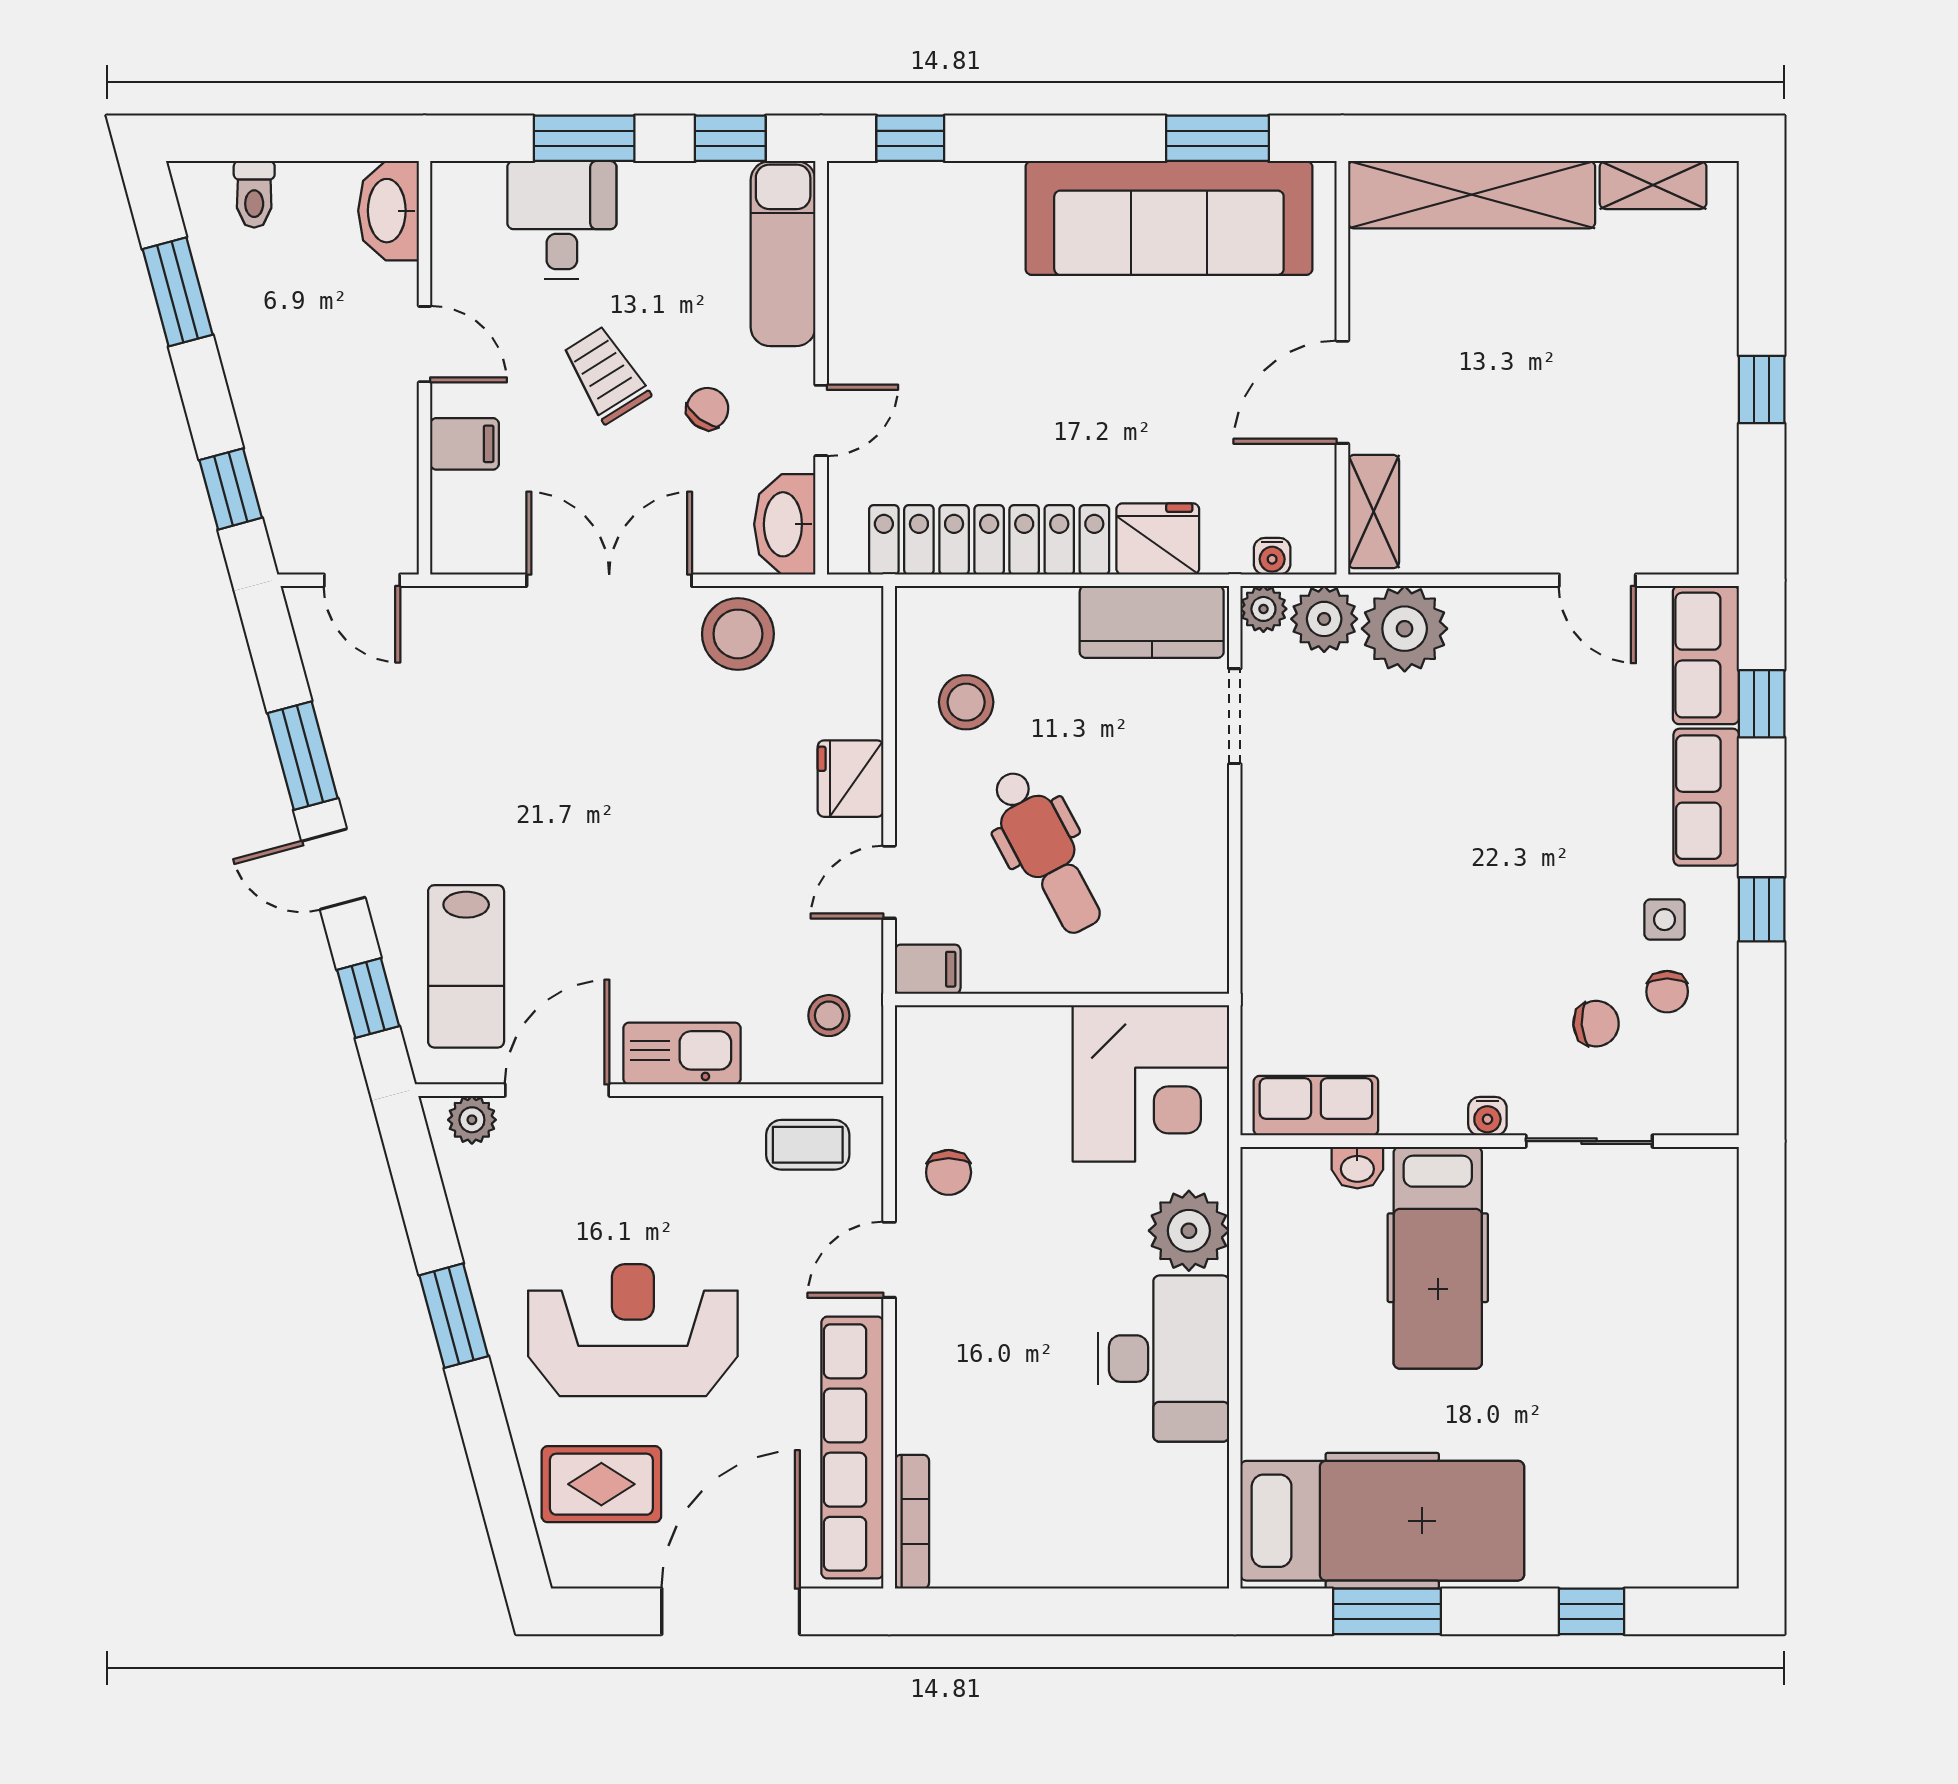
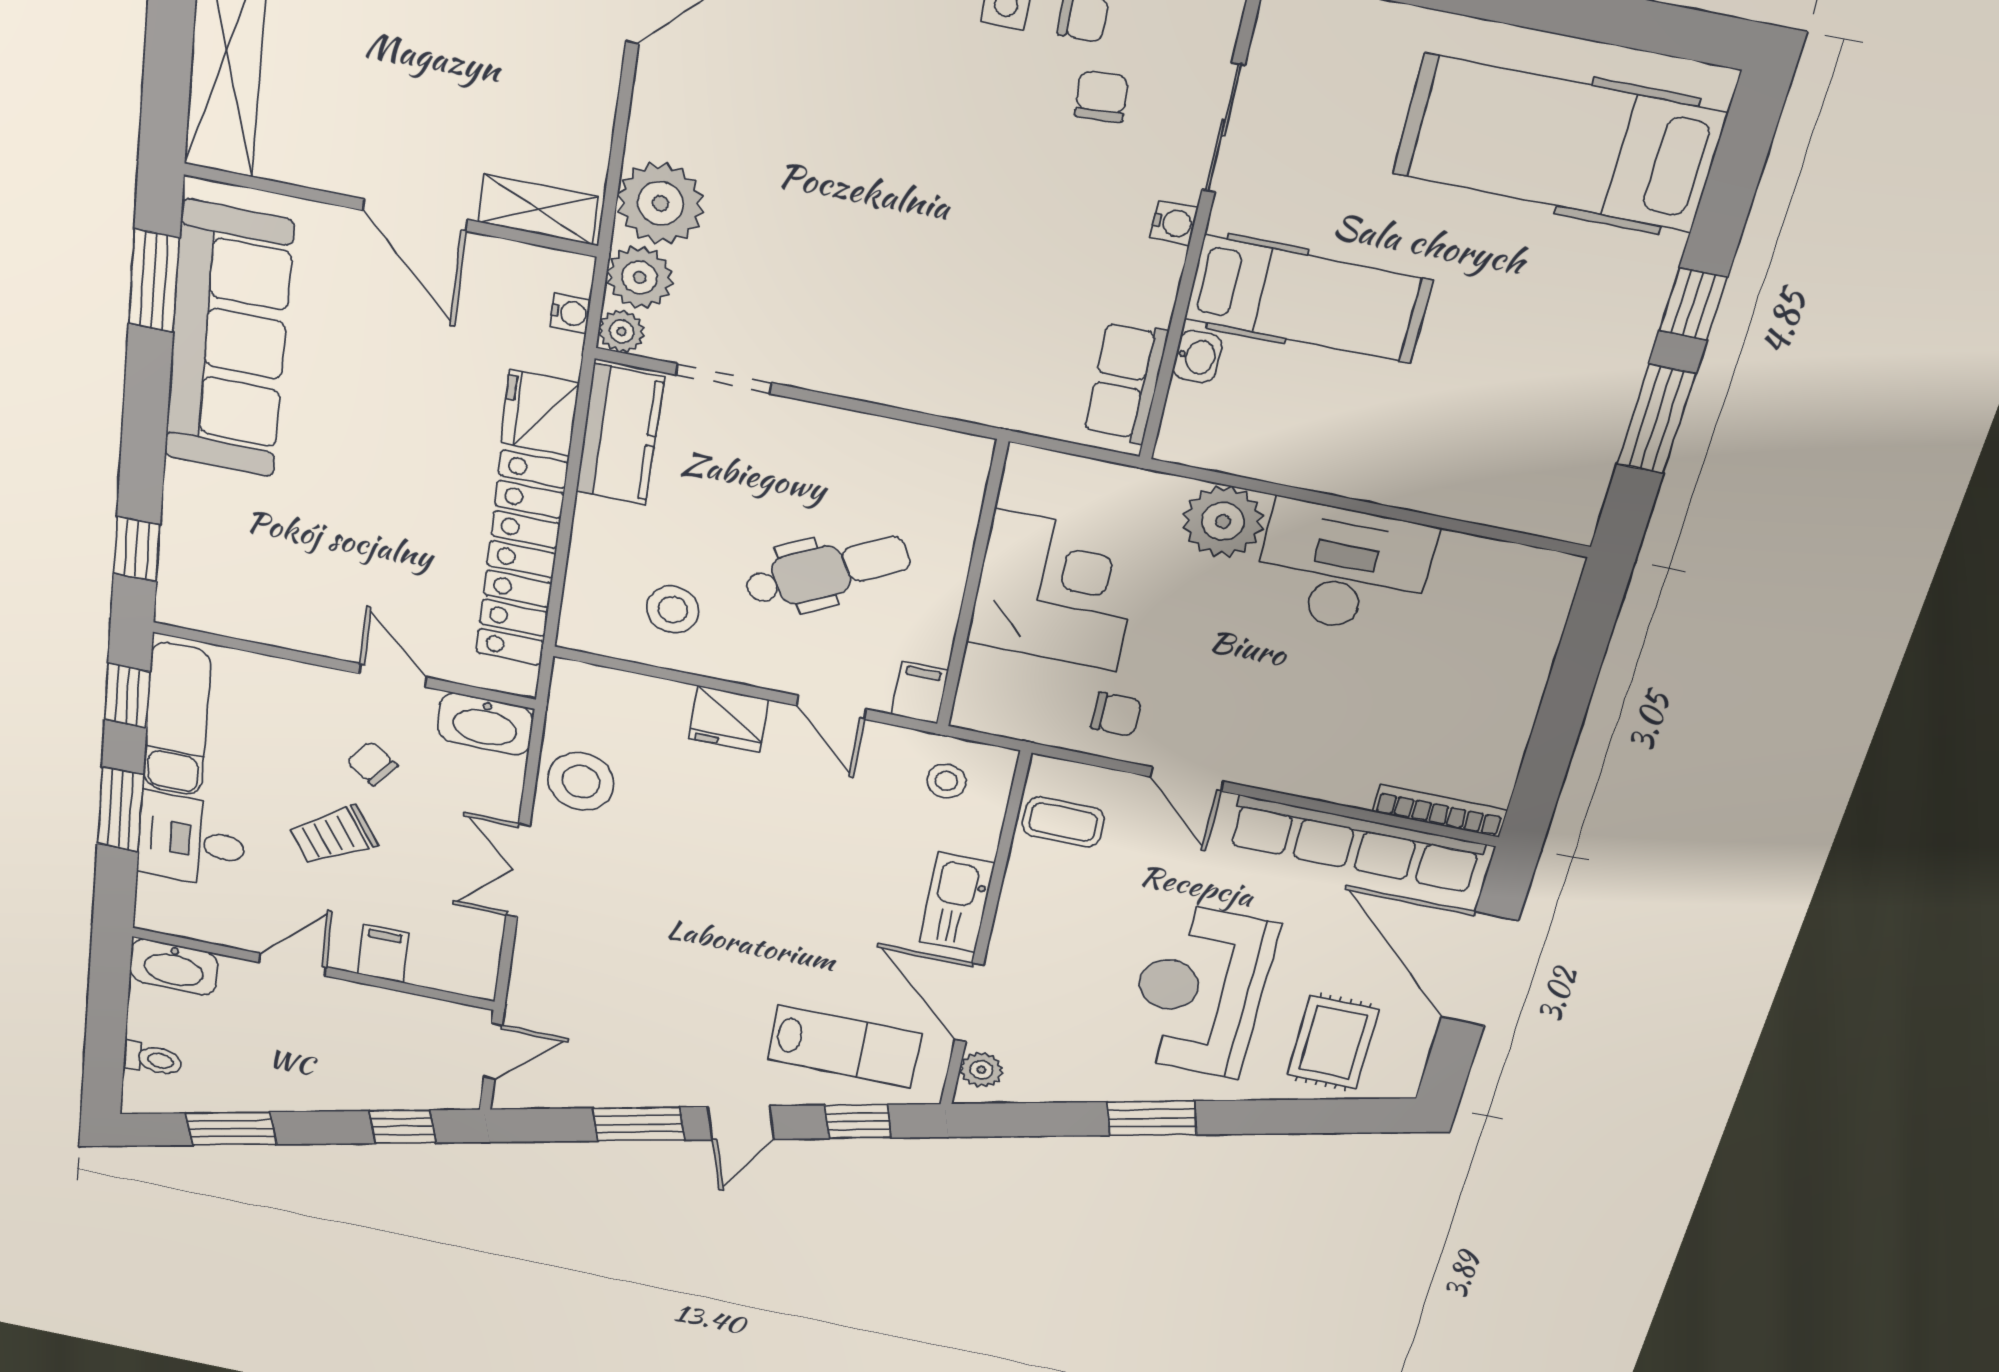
exam couch: (783, 254) -> (177, 719), moved, turned -90
double door: (609, 580) -> (518, 871), width x0.73
corner desk: (1151, 1083) -> (1056, 590), moved
coffee table: (808, 1145) -> (1063, 822), turned 90
hospital bed: (1382, 1521) -> (1559, 143), moved, turned -90
window: (1591, 1611) -> (1693, 304), moved

